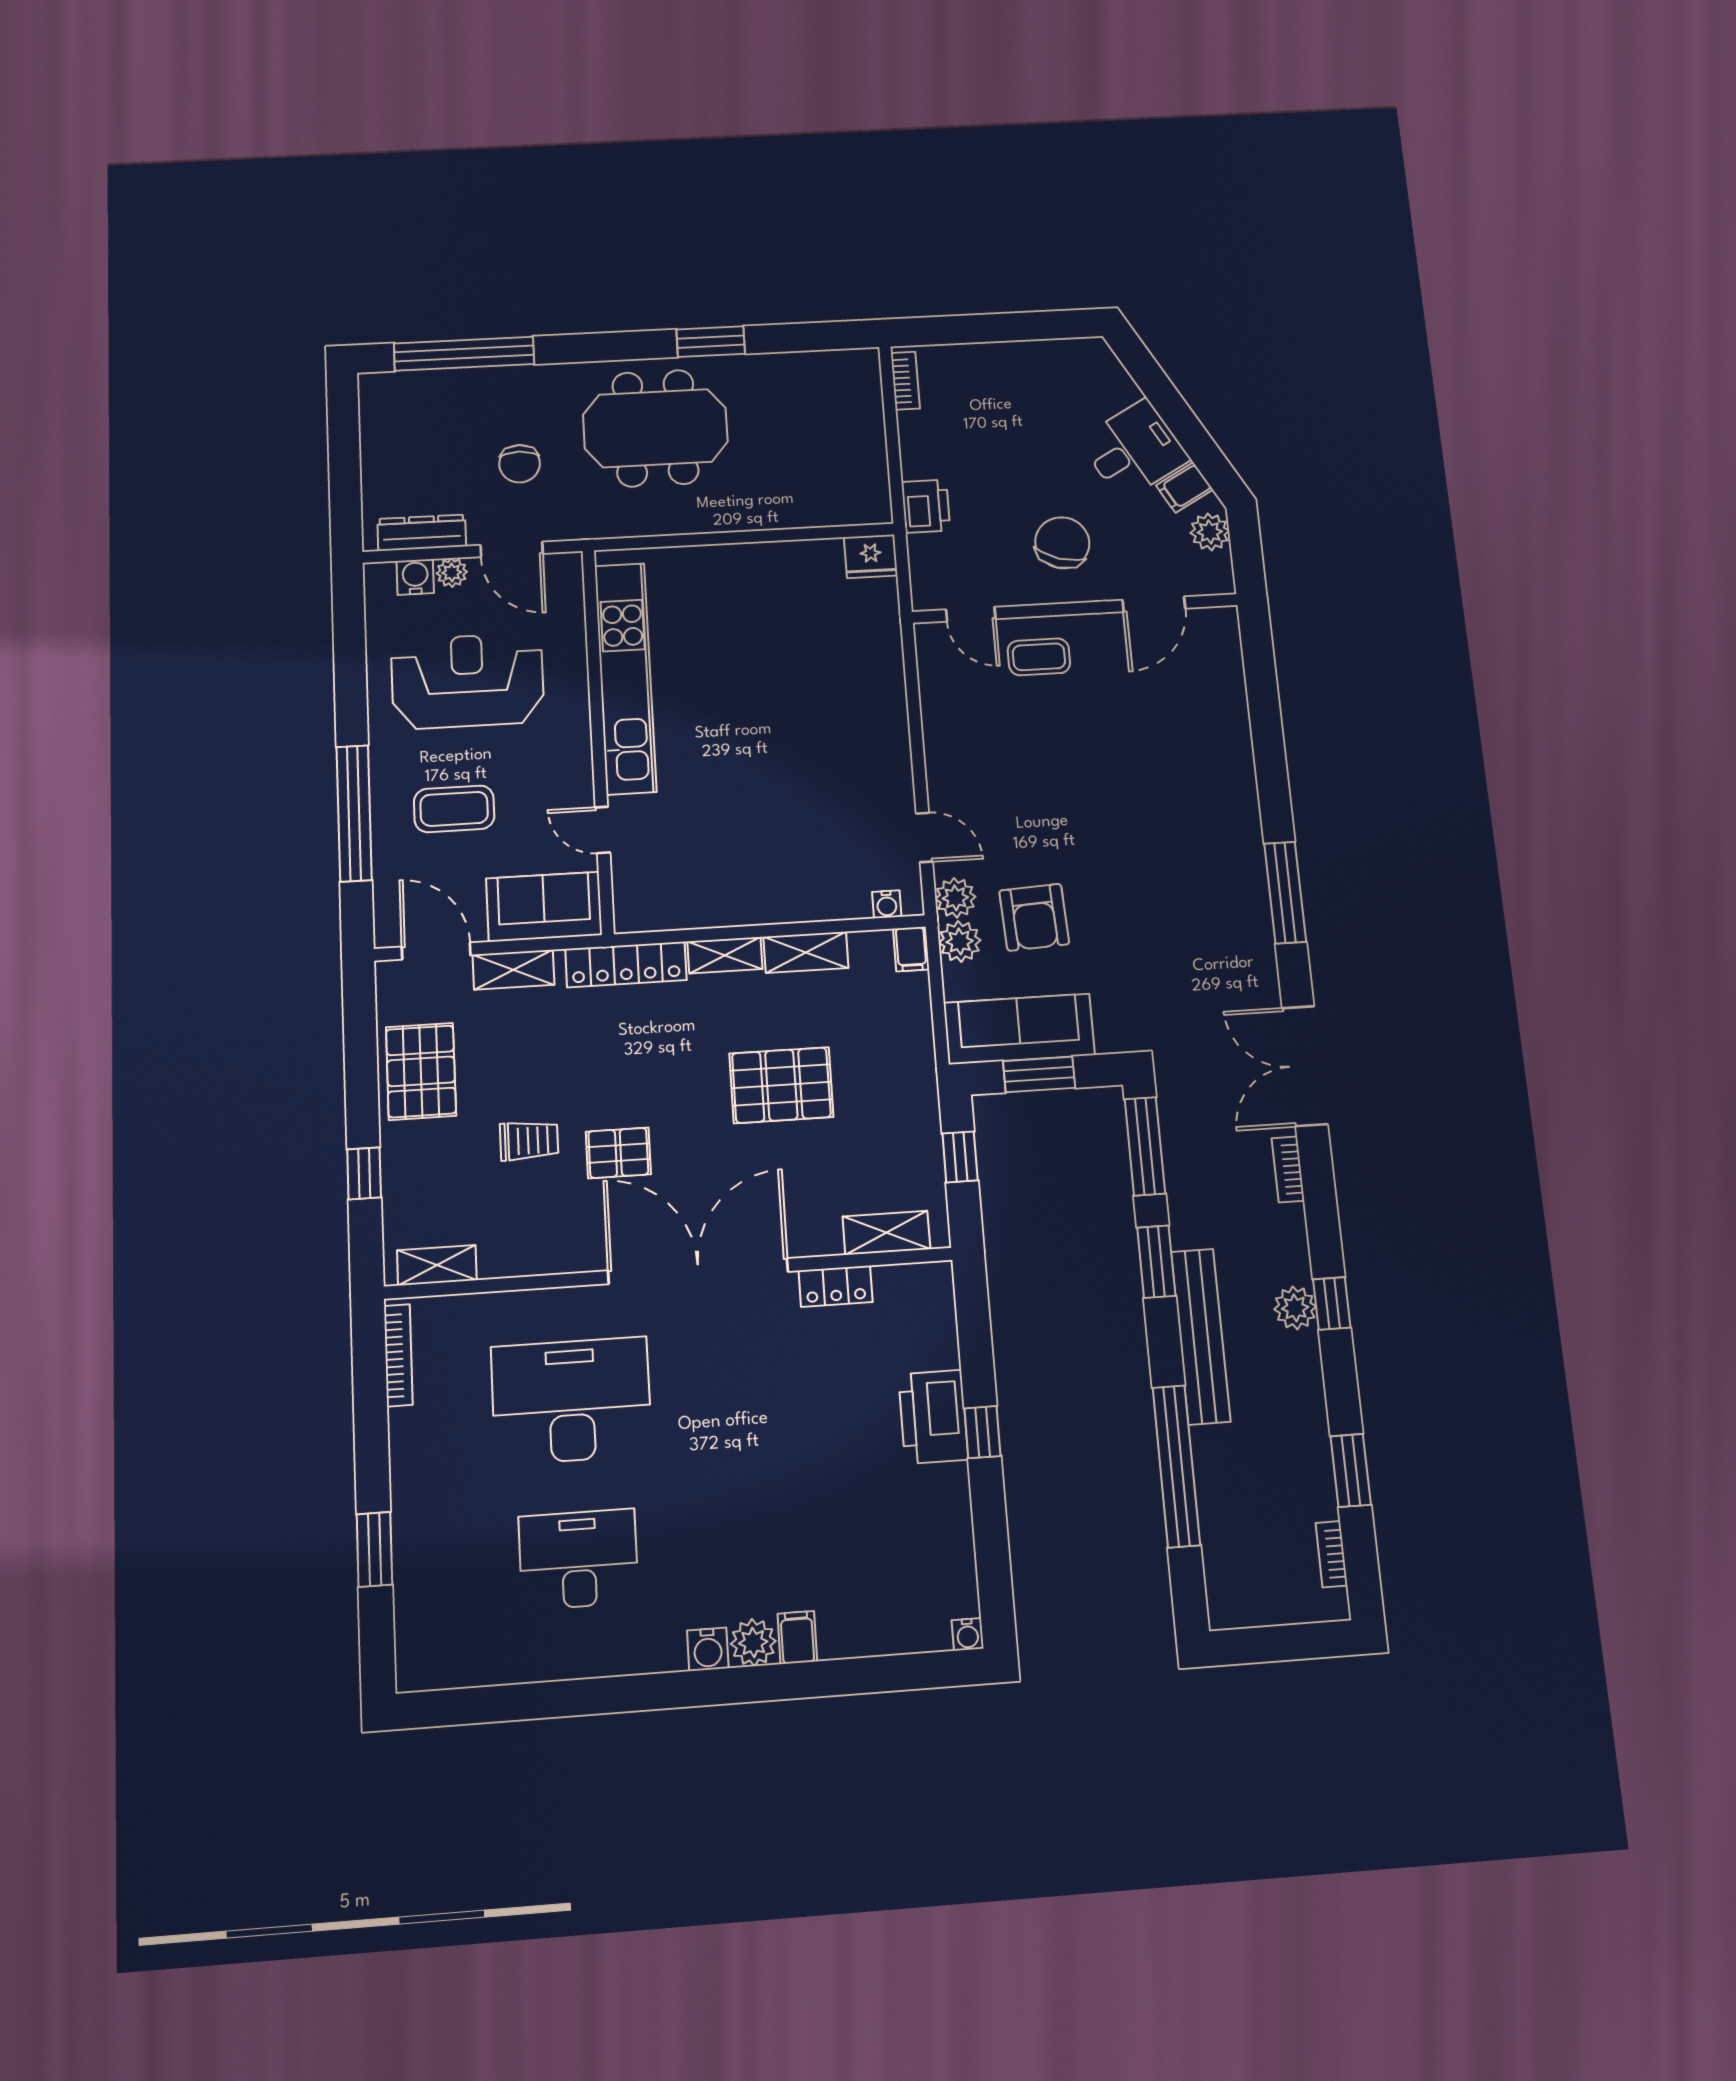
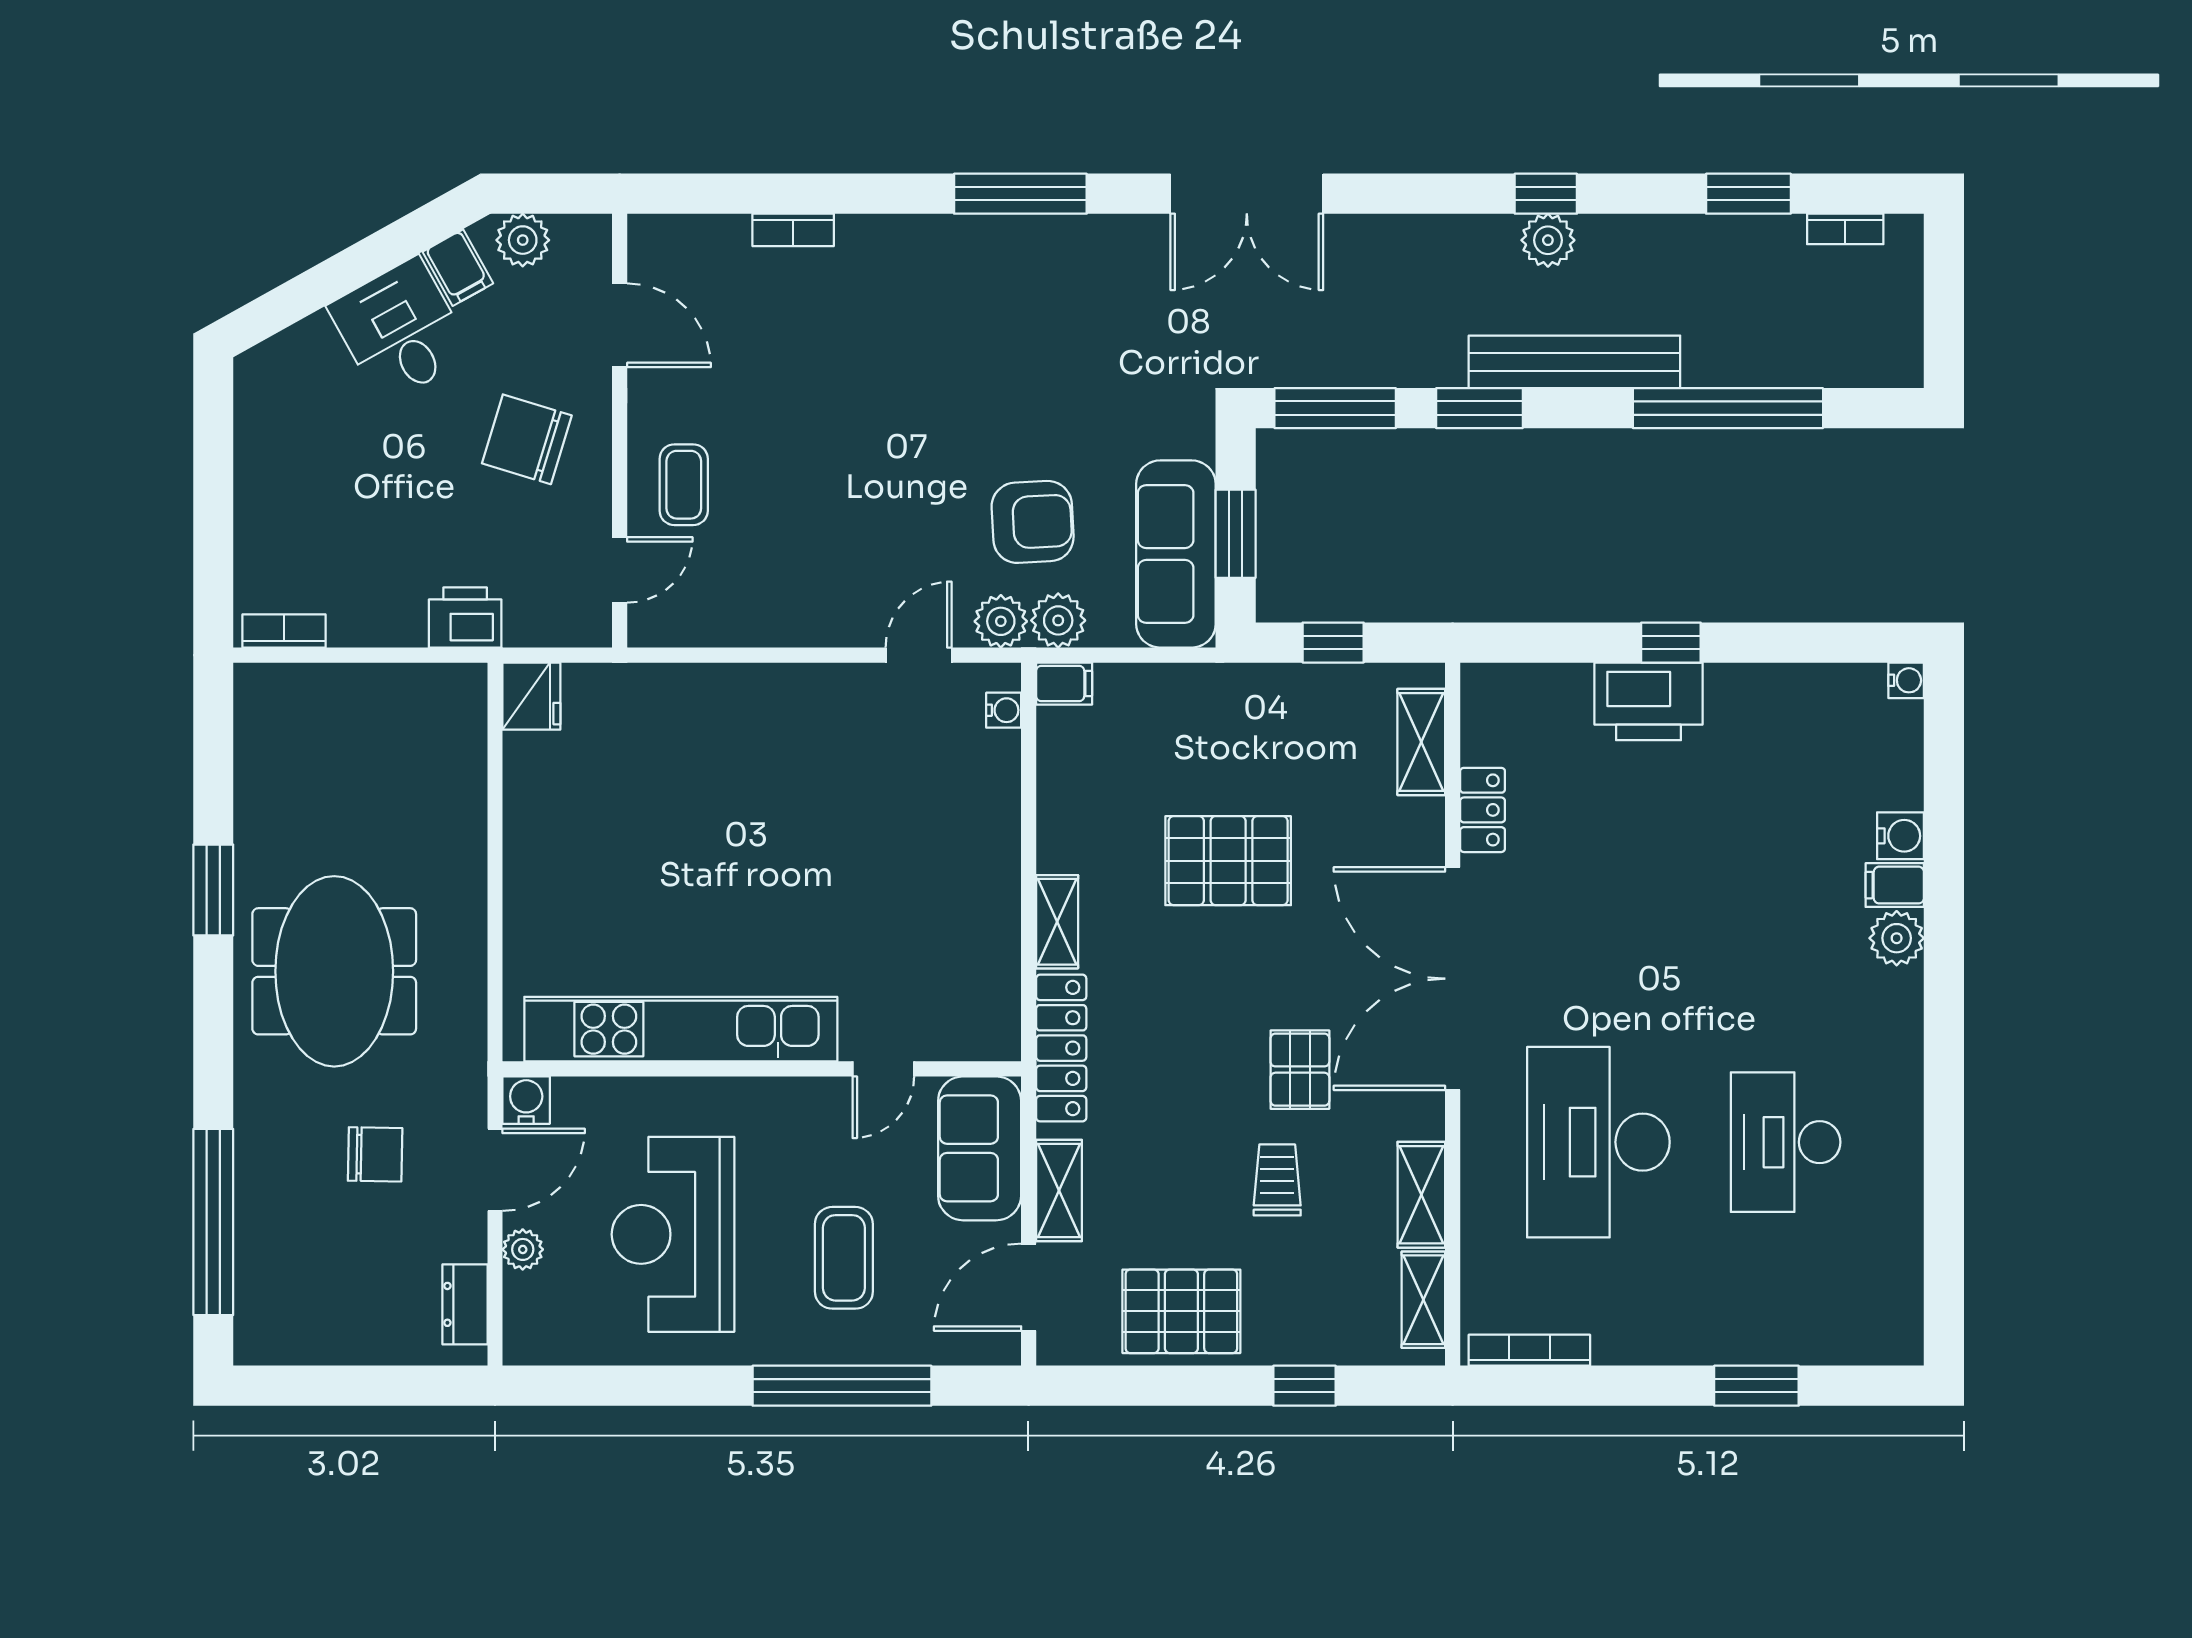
dresser: (422, 533) -> (465, 1304), width x0.70
water cooler: (415, 577) -> (526, 1100), moved, turned 90
shelving: (806, 952) -> (1421, 1195), moved
pallet: (781, 1085) -> (1228, 861), turned 90
bookcase: (1288, 1169) -> (793, 230), moved
water cooler: (708, 1649) -> (1900, 836), moved

